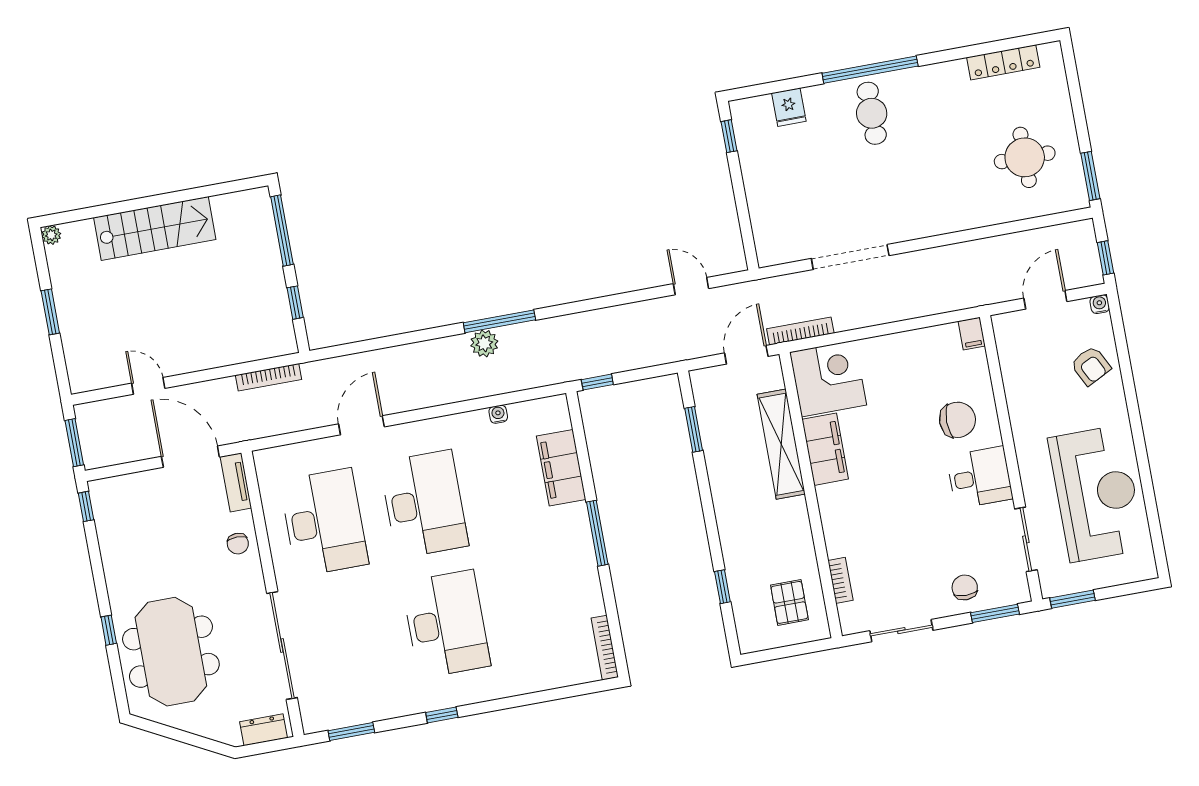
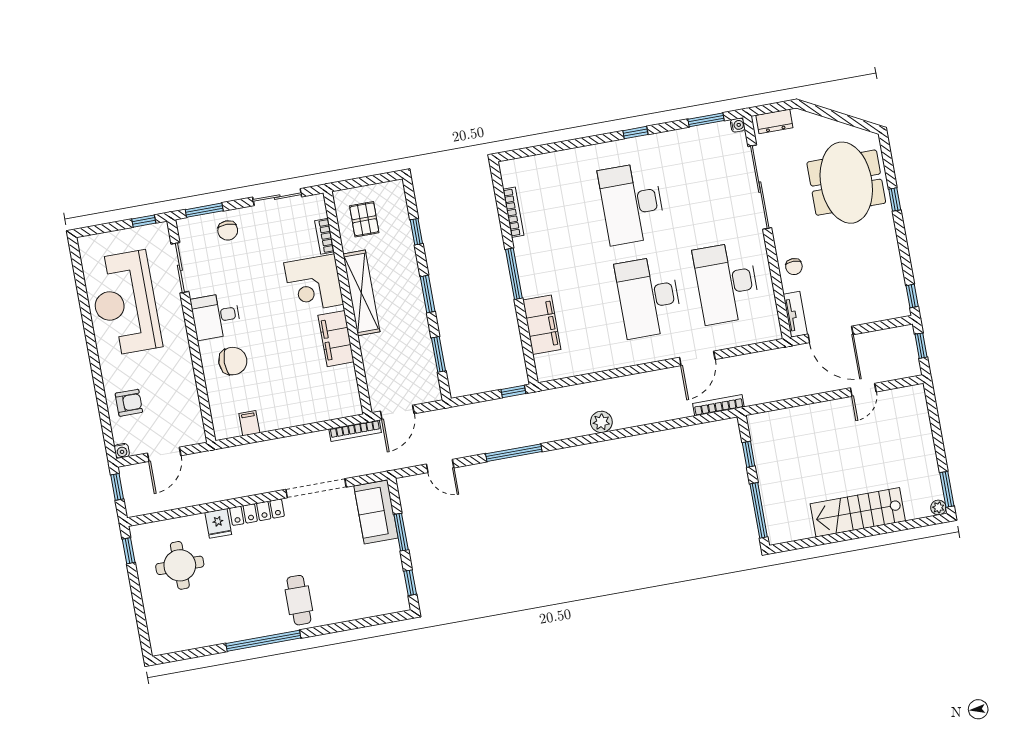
locker: (1003, 62) -> (257, 512), moved, turned 180
window: (870, 70) -> (263, 641), moved
fridge: (789, 107) -> (218, 523), moved, turned 180
window: (1090, 176) -> (129, 551), width x0.67
window: (741, 201) -> (401, 532), added
sofa: (773, 227) -> (376, 512), added
window: (50, 312) -> (947, 489), moved
window: (499, 321) -> (514, 453), moved
filing cabinet: (972, 334) -> (249, 423), moved
armchair: (1091, 366) -> (129, 403), turned 117
bookcase: (269, 377) -> (718, 405), moved
corner desk: (828, 379) -> (314, 284), moved
door: (148, 386) -> (863, 390), hinge flipped
water cooler: (498, 414) -> (738, 125), moved, turned -90
chair: (957, 420) -> (233, 361), turned 180
window: (74, 443) -> (921, 346), width x0.67
shelving: (781, 444) -> (361, 293), moved
window: (708, 507) -> (428, 294), added
chair: (238, 544) -> (794, 267), turned 180
window: (1072, 599) -> (144, 221), width x0.67
bookcase: (605, 648) -> (513, 212), moved

